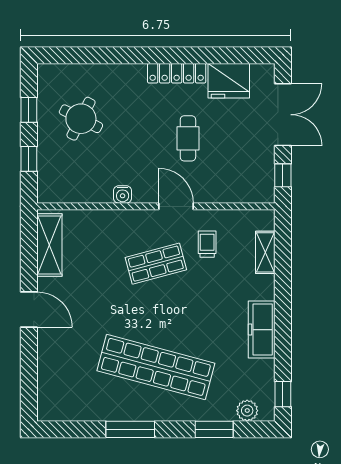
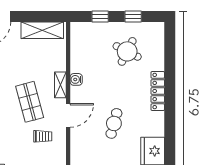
locker: (177, 73) -> (158, 91), moved
cafe table: (188, 138) -> (114, 123), turned -75
shelving: (131, 218) -> (60, 85), added

